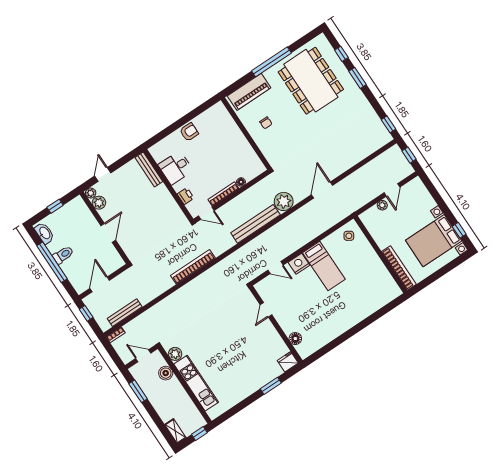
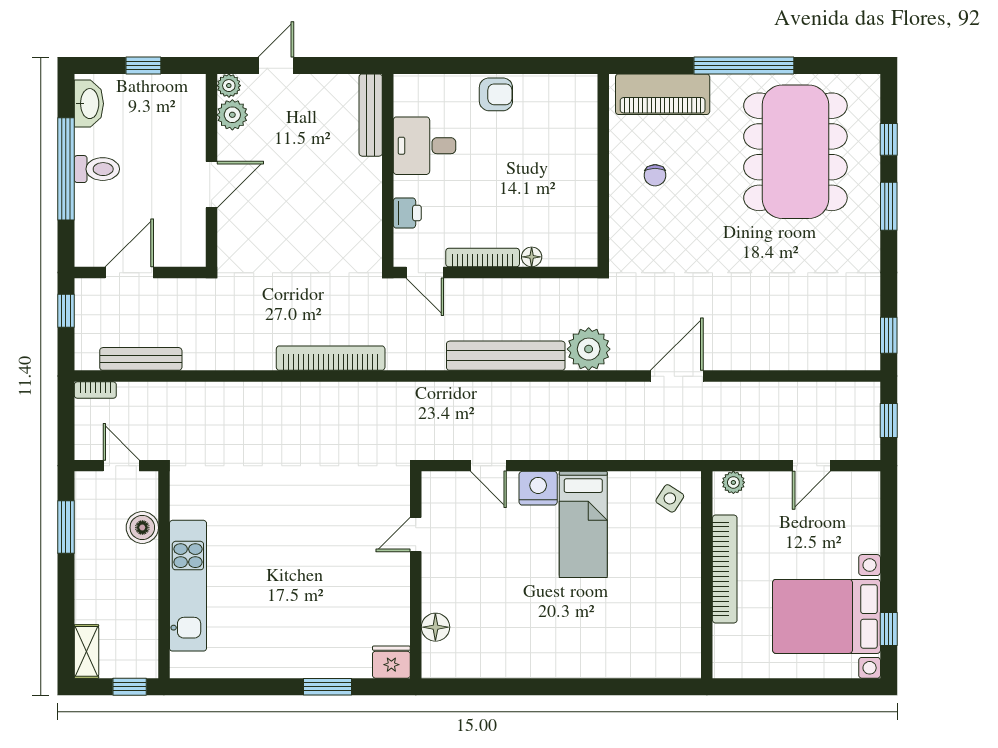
plant: (382, 205) -> (733, 482), moved
bookcase: (399, 268) -> (725, 569), moved
plant: (175, 354) -> (185, 503), removed

